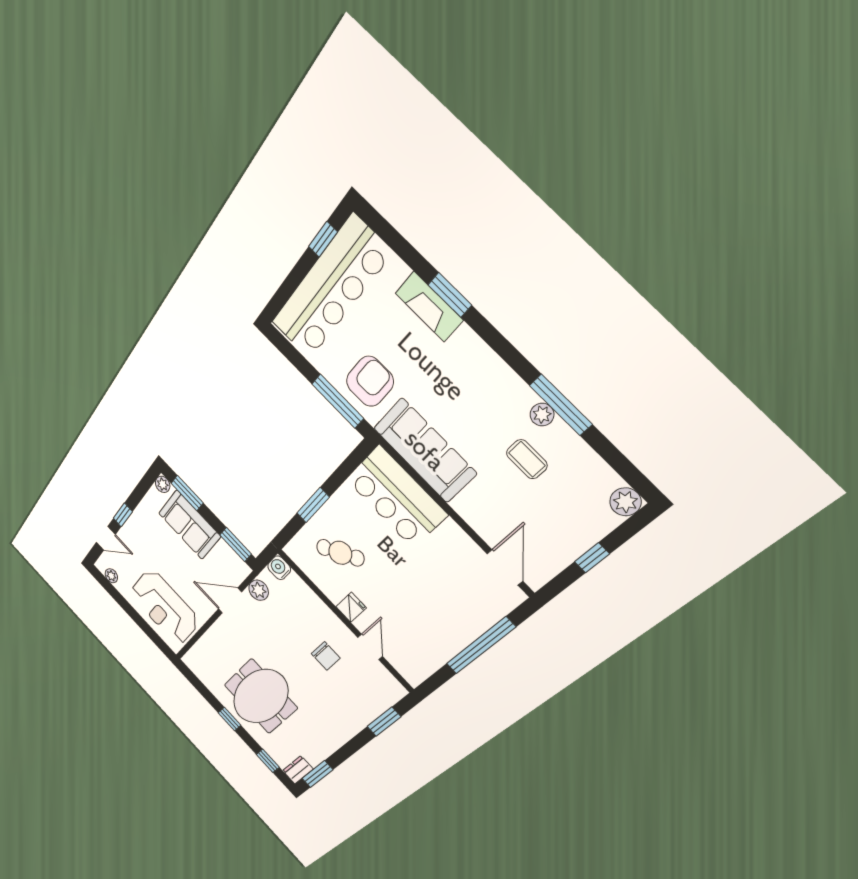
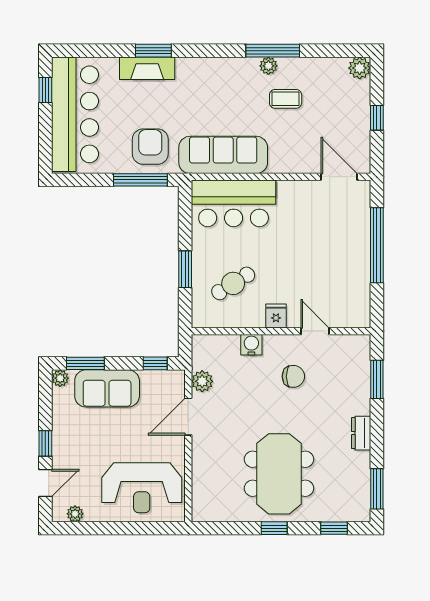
window: (236, 544) -> (155, 363), width x0.67
water cooler: (279, 568) -> (251, 345), moved, turned 90
dresser: (298, 770) -> (361, 433), moved

